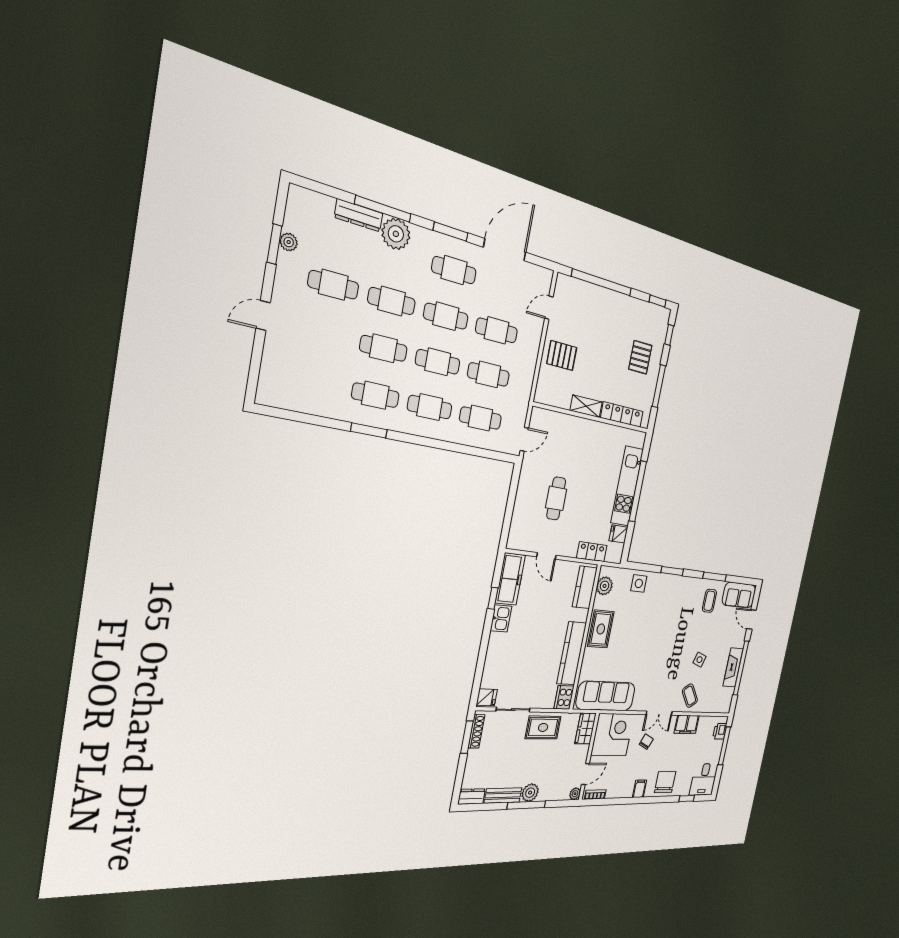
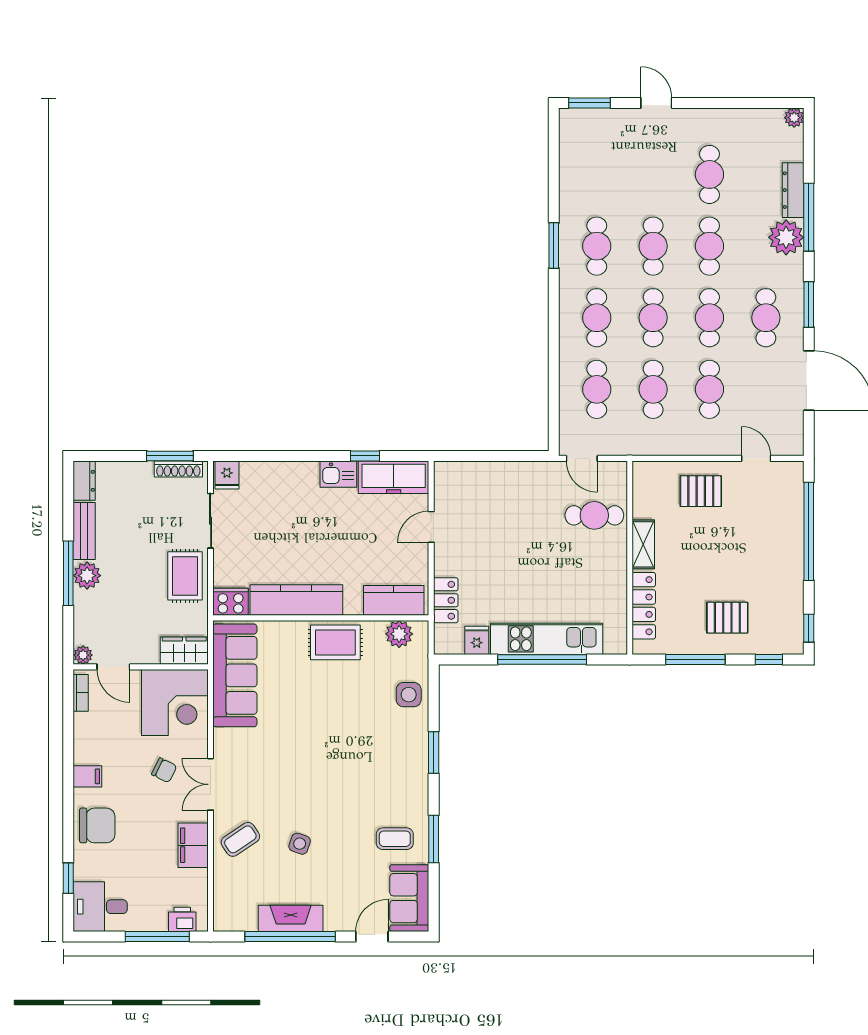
plant: (289, 242) -> (794, 118), moved
window: (274, 244) -> (589, 103), moved
pallet: (562, 356) -> (701, 491), turned 90
cafe table: (556, 498) -> (594, 515), moved

